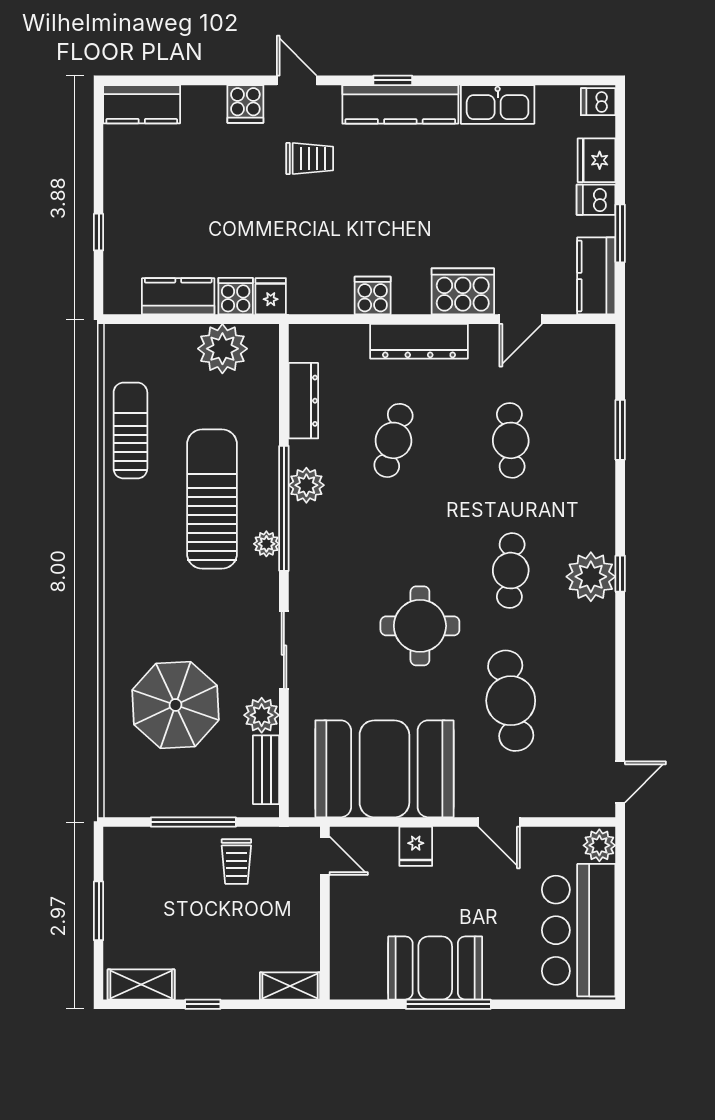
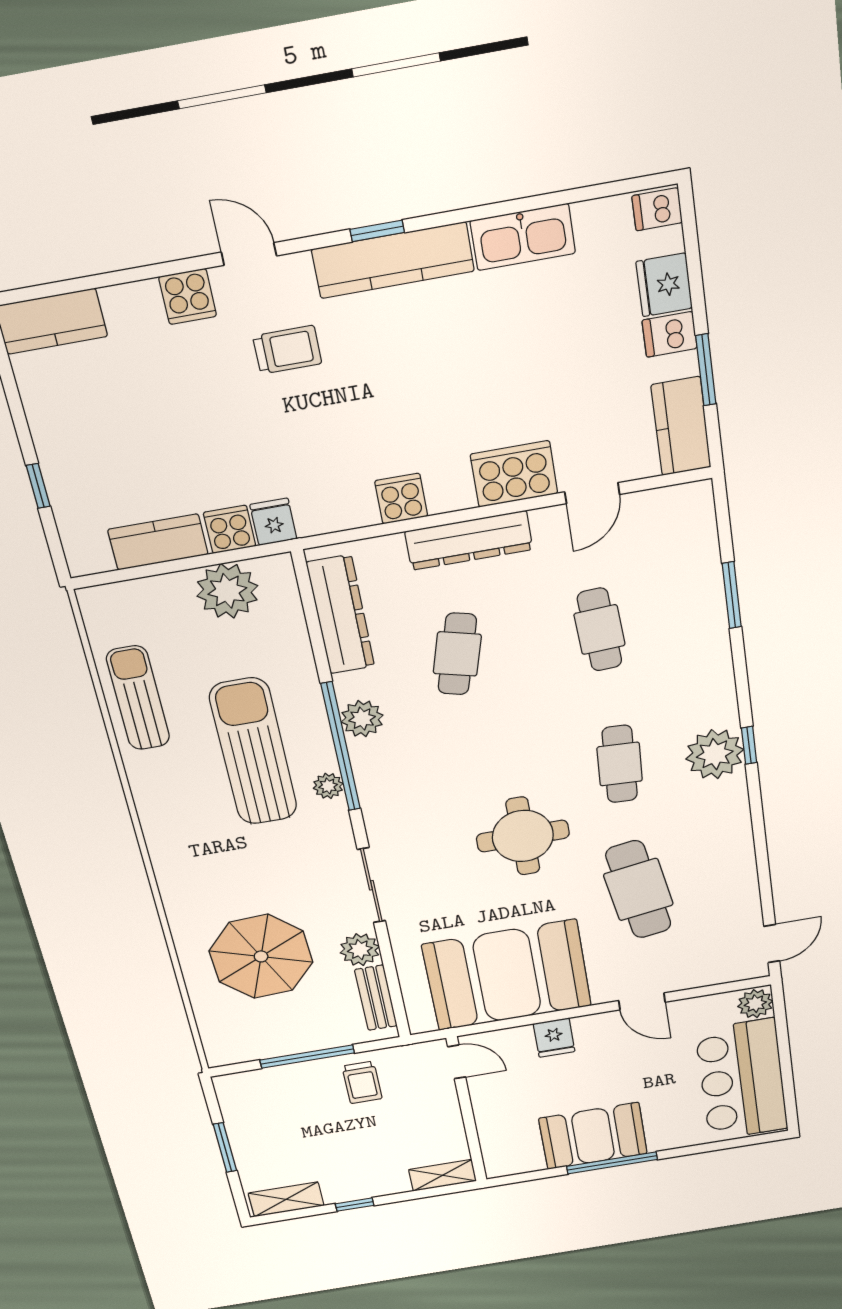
dresser: (303, 401) -> (341, 615), width x1.37, depth x1.24

